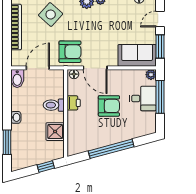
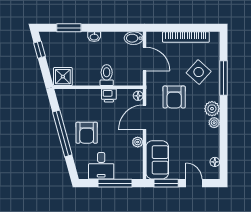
armchair: (70, 52) -> (174, 97), moved
plant: (151, 75) -> (138, 142), moved
desk: (143, 99) -> (101, 166), moved
armchair: (109, 106) -> (87, 133), moved
shower: (55, 132) -> (63, 77), moved
window: (46, 167) -> (40, 50), moved

